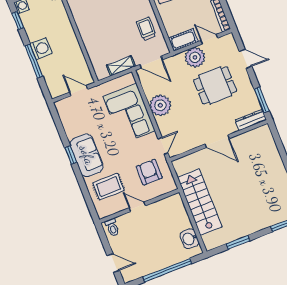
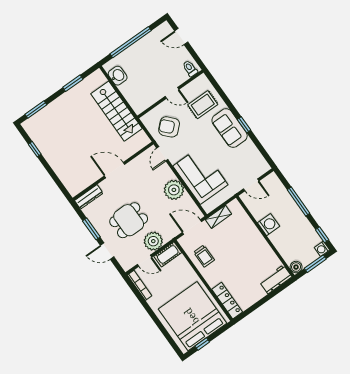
washing machine: (41, 49) -> (269, 225), moved, turned 180
window: (262, 100) -> (91, 229), moved
armchair: (149, 172) -> (169, 127), turned 137

